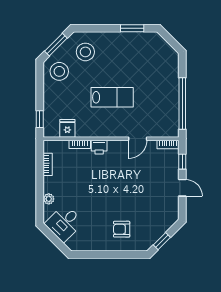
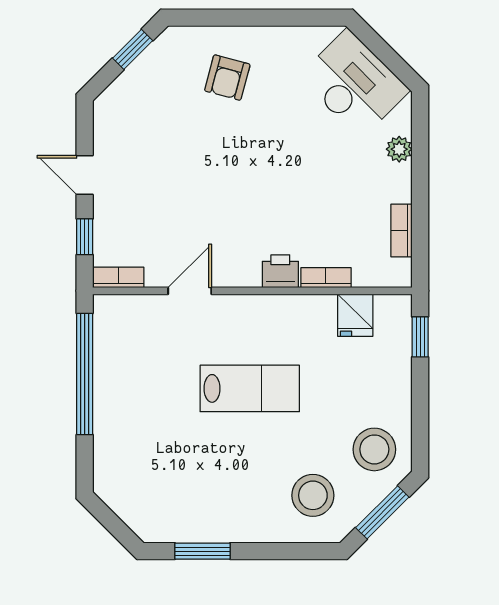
lab bench: (112, 97) -> (250, 388), turned 180
desk: (64, 223) -> (354, 84), width x1.37
armchair: (122, 229) -> (227, 78), turned 105

